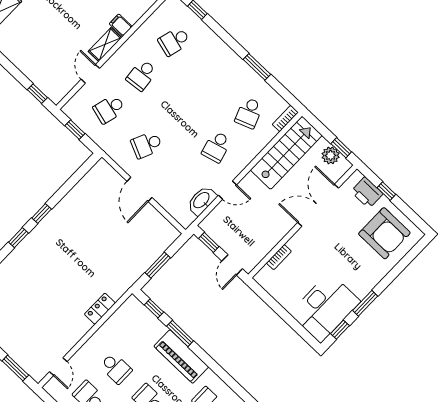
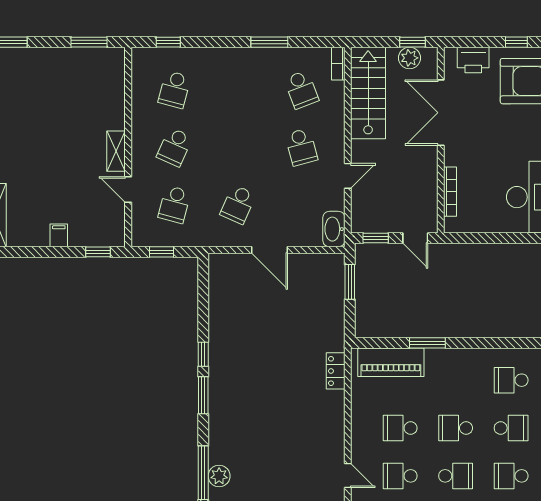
filing cabinet: (121, 25) -> (59, 235), moved, turned 90
school desk: (142, 75) -> (174, 147), turned 30
window: (386, 191) -> (516, 42), moved
washbasin: (202, 200) -> (334, 229), moved
window: (18, 238) -> (203, 395), width x1.50
bookcase: (279, 257) -> (450, 192), width x1.56
window: (158, 265) -> (350, 282), moved
window: (154, 308) -> (383, 343), removed
locker: (100, 309) -> (336, 371), moved
piano: (181, 357) -> (391, 362), moved
school desk: (116, 368) -> (400, 428), turned 180

